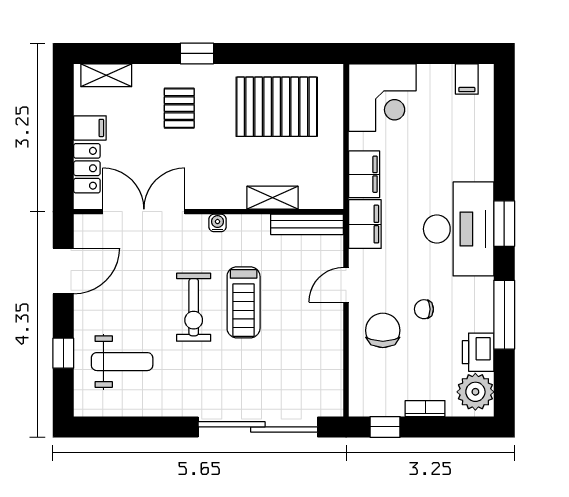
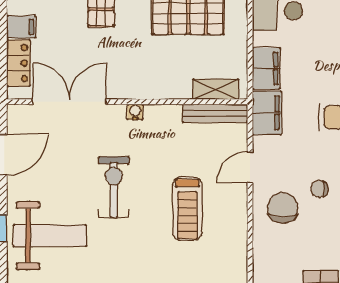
shelving: (273, 198) -> (216, 89), moved
treadmill: (244, 302) -> (187, 209), moved
exercise bike: (194, 307) -> (114, 187), turned 180
weight bench: (122, 362) -> (50, 236), width x1.36, depth x1.33

